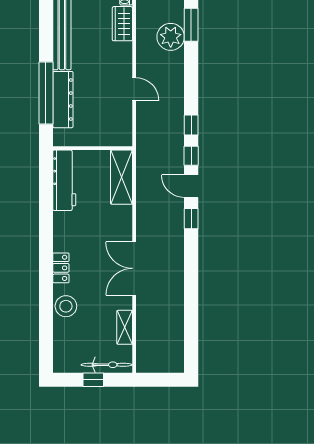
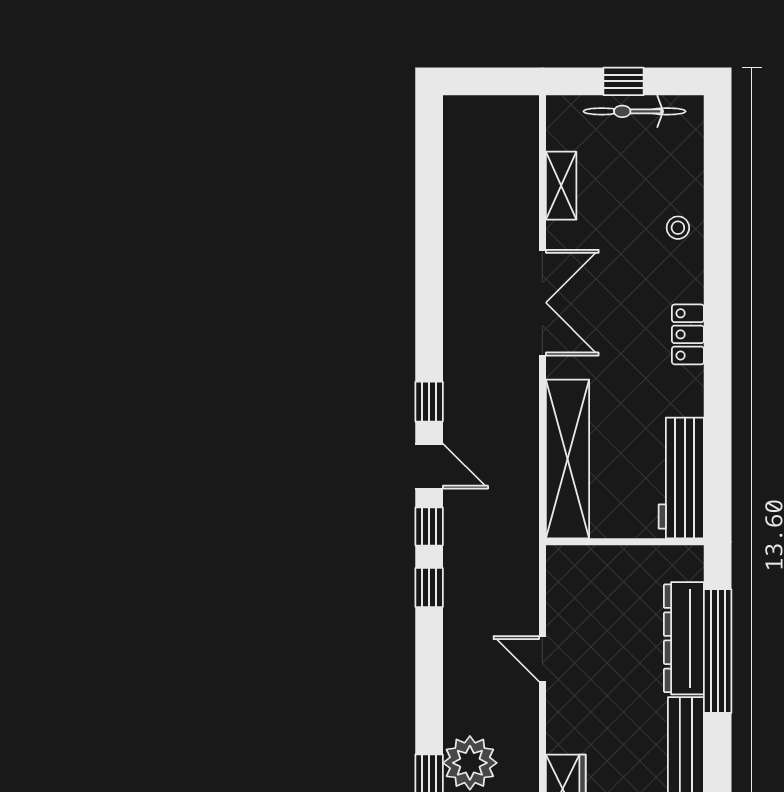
shelving: (121, 177) -> (568, 459), width x1.47
locker: (61, 268) -> (688, 334), moved
stool: (66, 306) -> (678, 228), width x0.53, depth x0.53
bicycle: (107, 365) -> (635, 111), moved

